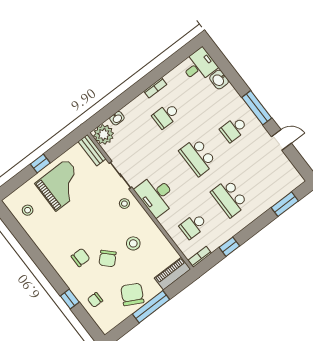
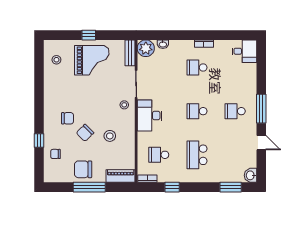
washbasin: (219, 80) -> (251, 175), moved
school desk: (198, 157) -> (197, 111), width x0.54
chair: (132, 294) -> (83, 169), turned -118

